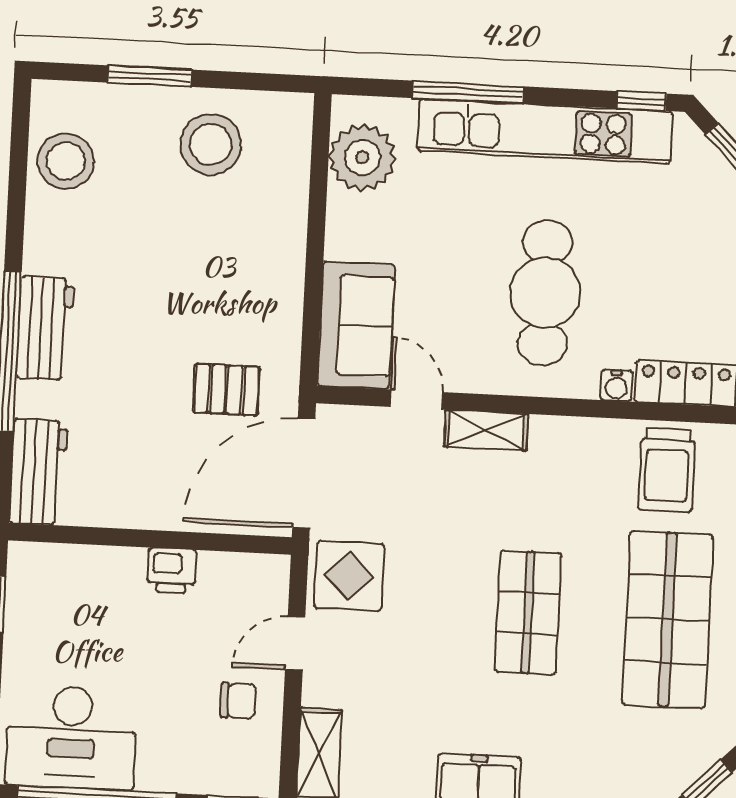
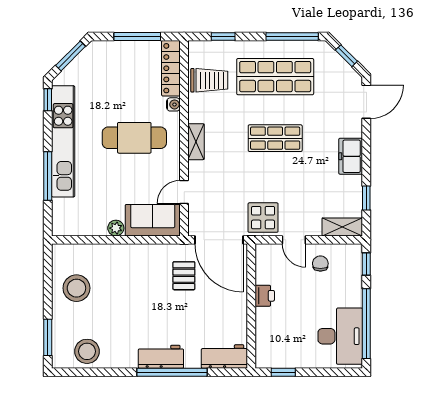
window: (150, 76) -> (48, 337), moved
plant: (362, 157) -> (116, 228), moved, width x0.53, depth x0.53
shelving: (486, 430) -> (196, 142), moved

